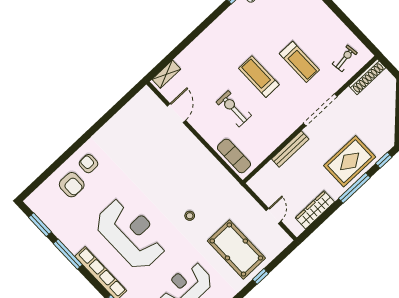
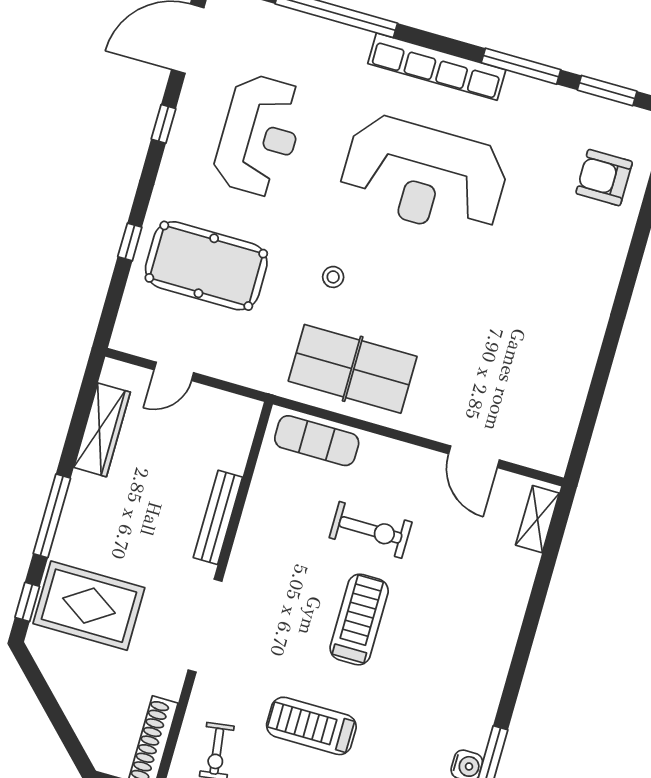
treadmill: (299, 62) -> (311, 726), moved
treadmill: (259, 77) -> (359, 620), turned -90
rug: (350, 161) -> (89, 606), moved, turned 90
armchair: (88, 164) -> (584, 261), removed
table tennis table: (203, 176) -> (353, 369), added
armchair: (72, 185) -> (604, 178), moved
door: (273, 216) -> (174, 371), hinge flipped

